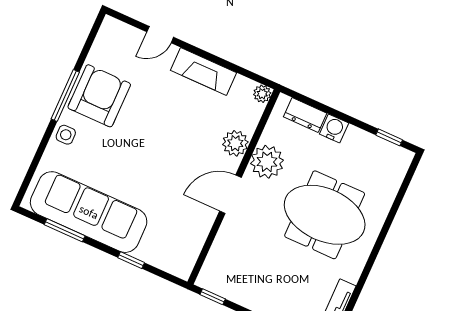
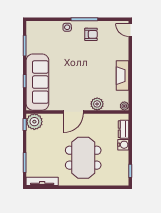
door: (160, 35) -> (130, 30), moved
armchair: (99, 96) -> (91, 34), width x0.53, depth x0.53
plant: (267, 162) -> (34, 122), moved
door: (230, 194) -> (74, 112), swing flipped
sofa: (89, 212) -> (37, 82), moved

